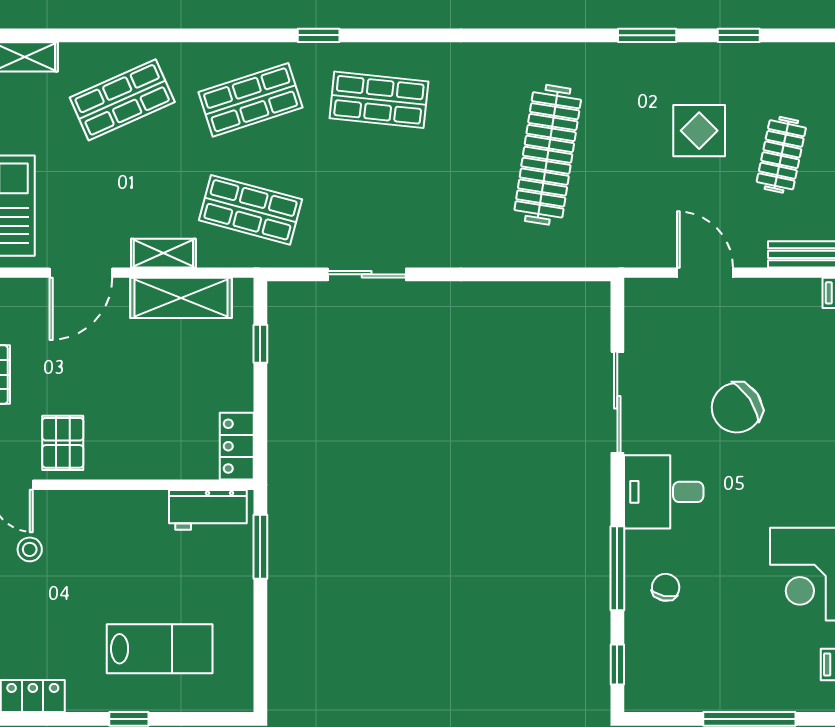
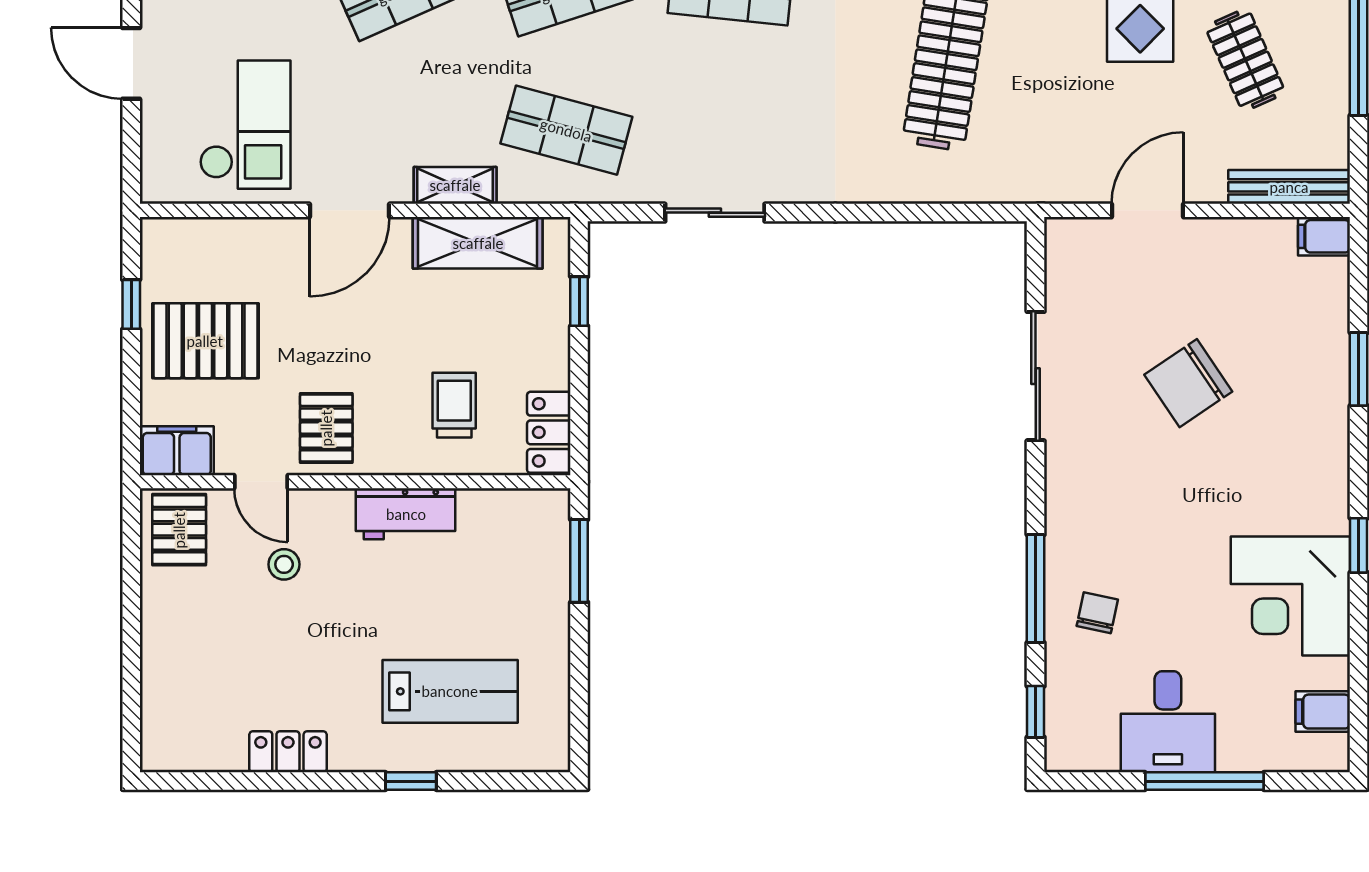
clothes rail: (781, 155) -> (1245, 60), turned -36
door: (705, 273) -> (1148, 210), hinge flipped
trolley: (163, 425) -> (454, 405), added
desk: (664, 492) -> (1168, 722), moved, turned -90
workbench: (208, 510) -> (406, 514), moved

